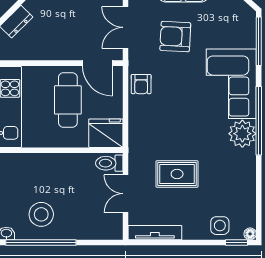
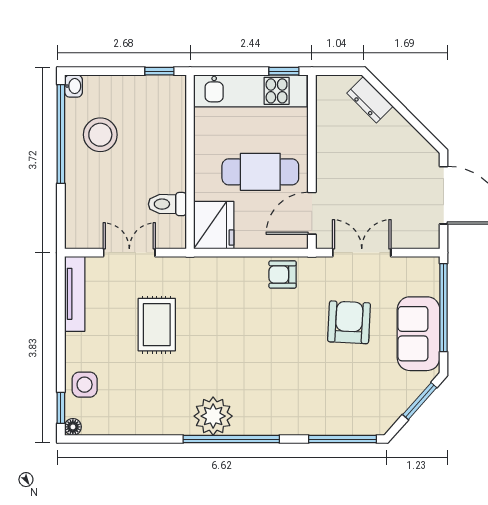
corner sofa: (231, 84) -> (283, 400), removed
toilet: (109, 163) -> (167, 204), moved, turned -90

